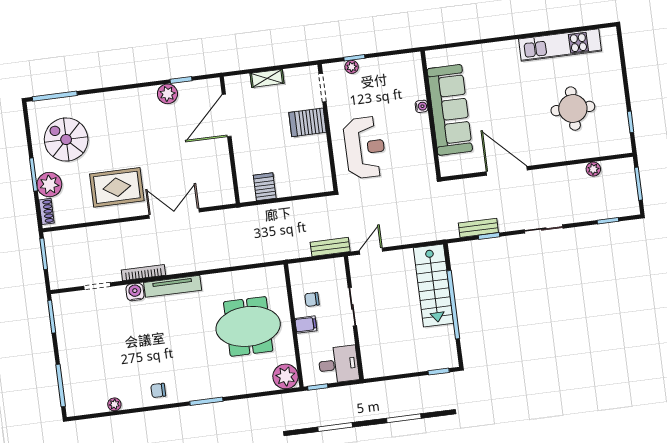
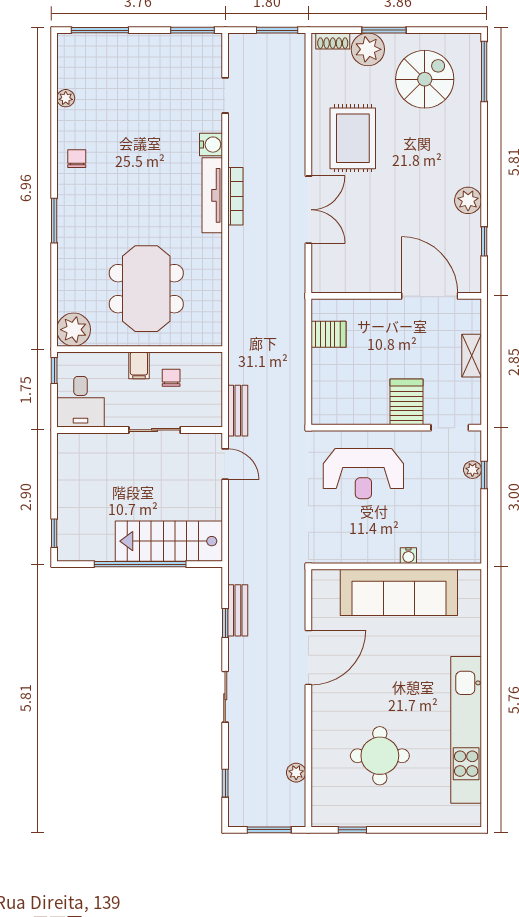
kitchen unit: (560, 45) -> (466, 730), width x1.36
plant: (167, 94) -> (468, 200), moved
bookcase: (143, 273) -> (235, 196), moved

